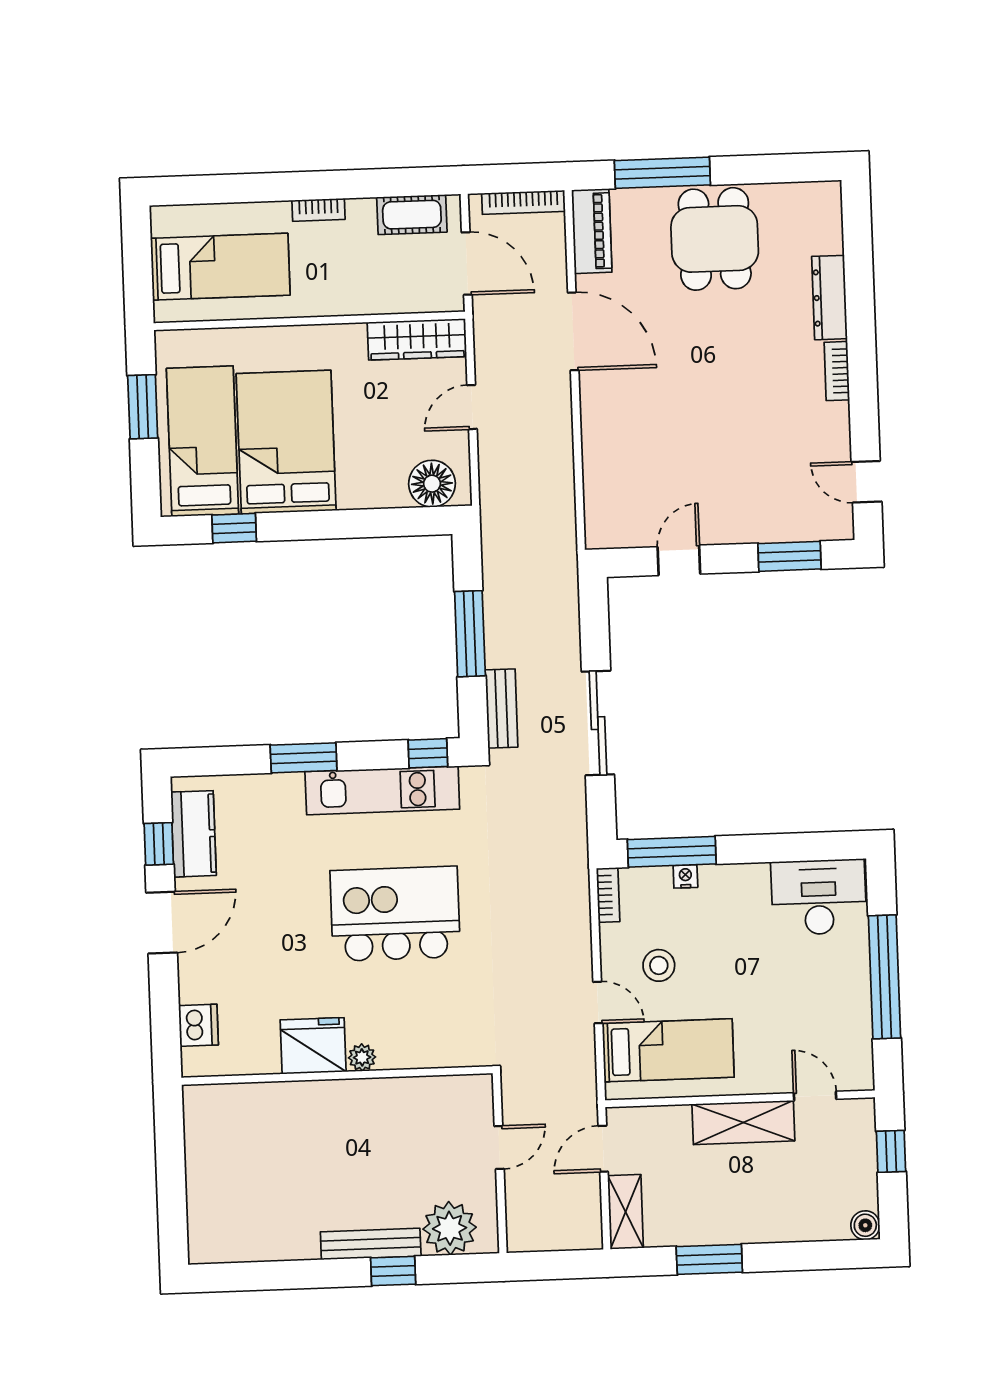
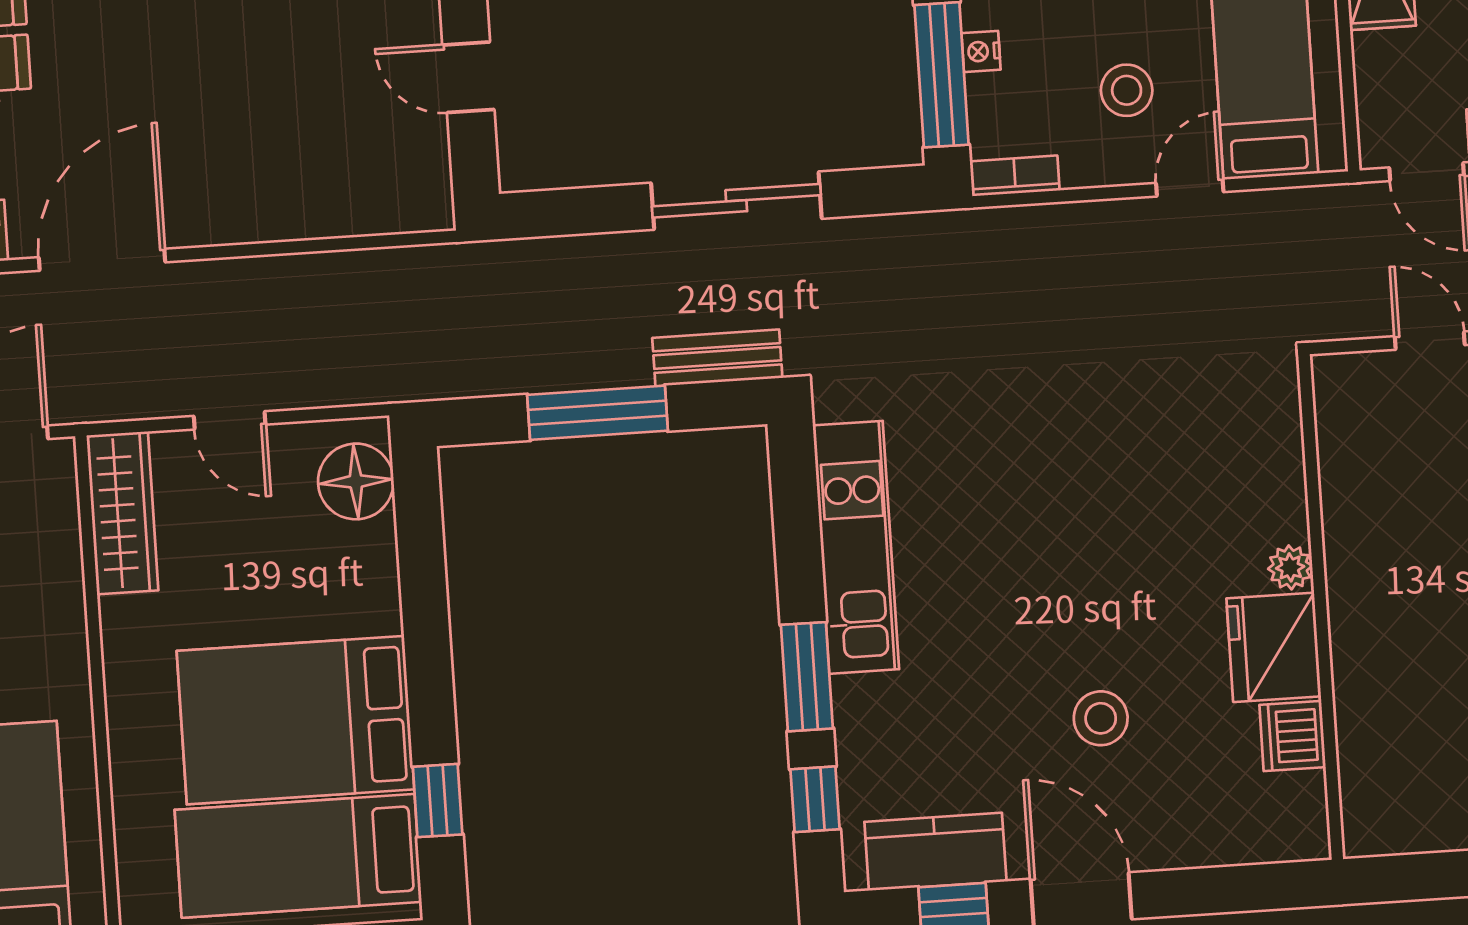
window: (428, 753) -> (815, 799), moved
kitchen island: (395, 914) -> (1055, 521), removed
stool: (273, 938) -> (1101, 718), added
dishwasher: (198, 1025) -> (1292, 736), moved, turned -90

